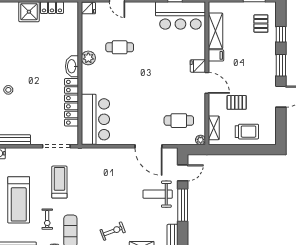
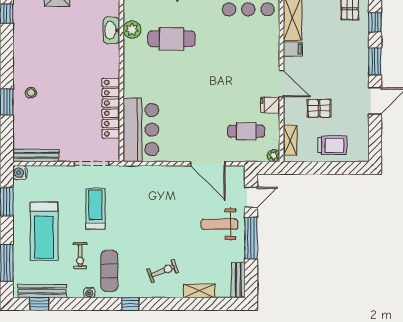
cafe table: (120, 47) -> (171, 39), width x1.37, depth x1.35
plant: (88, 58) -> (132, 30), moved
washbasin: (72, 66) -> (111, 30), moved
fridge: (198, 66) -> (270, 105), moved

